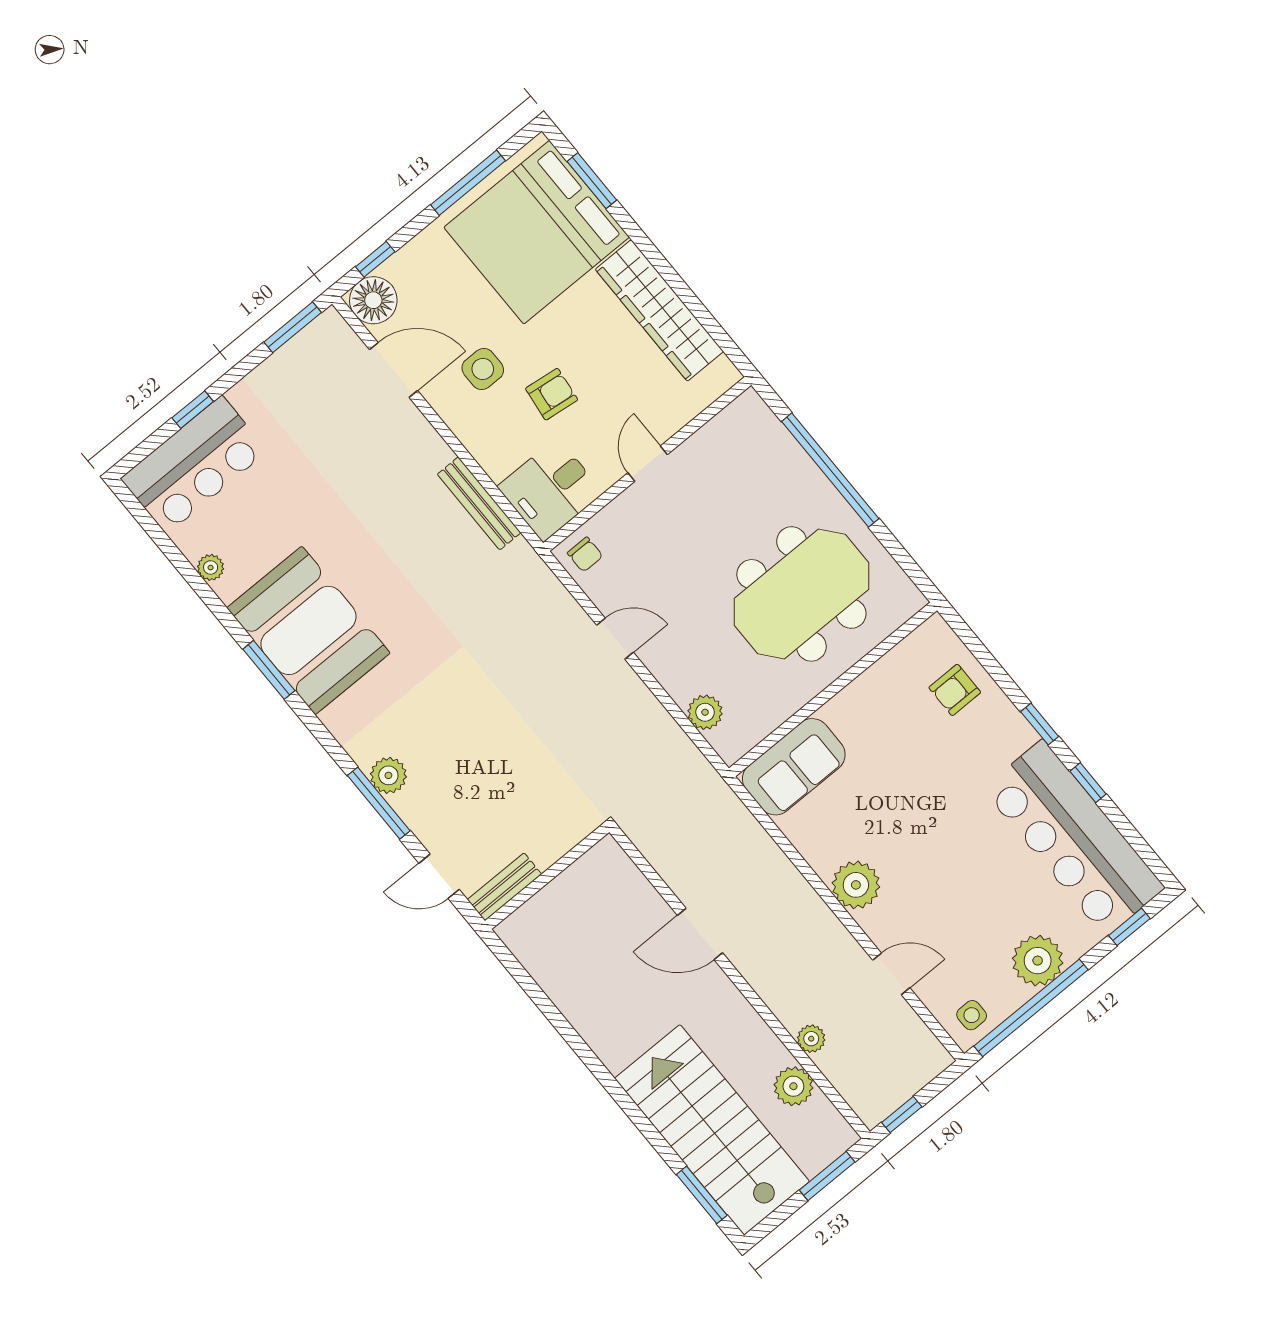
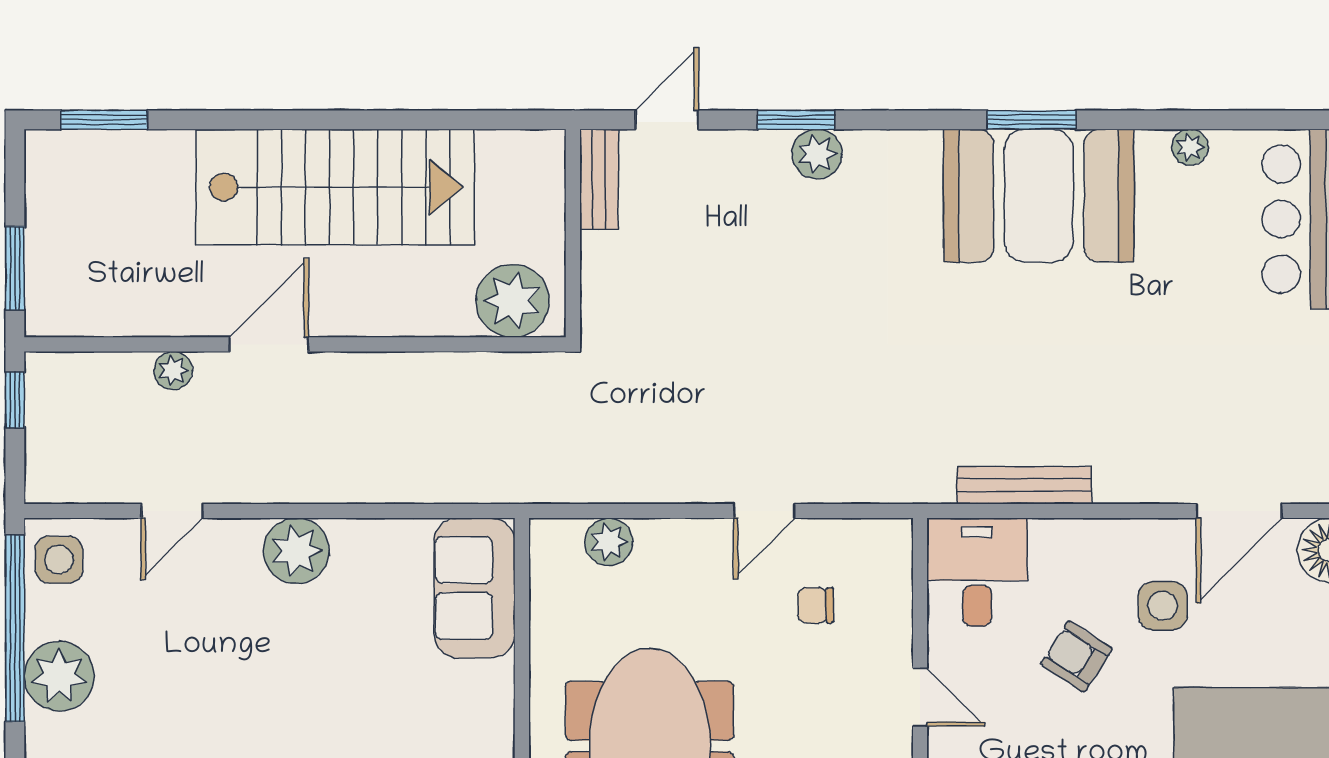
armchair: (552, 394) -> (1076, 656), turned 116
chair: (585, 555) -> (816, 605), moved
window: (379, 803) -> (796, 120), width x0.69
door: (700, 934) -> (269, 344), moved
side table: (972, 1015) -> (59, 560), width x1.37, depth x1.37
plant: (793, 1086) -> (513, 301), moved, width x1.36, depth x1.36
stairs: (712, 1130) -> (335, 187), moved

